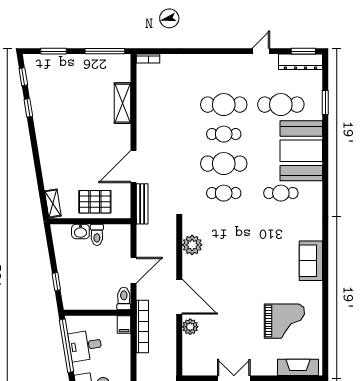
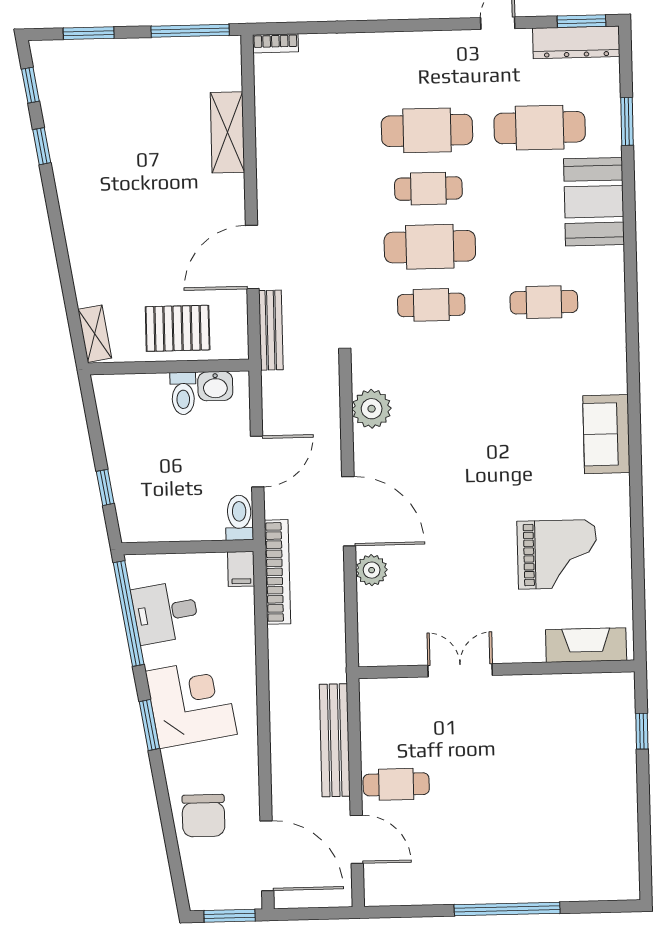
booth: (301, 151) -> (594, 202), width x0.73, depth x0.70
washbasin: (80, 232) -> (215, 386), moved

